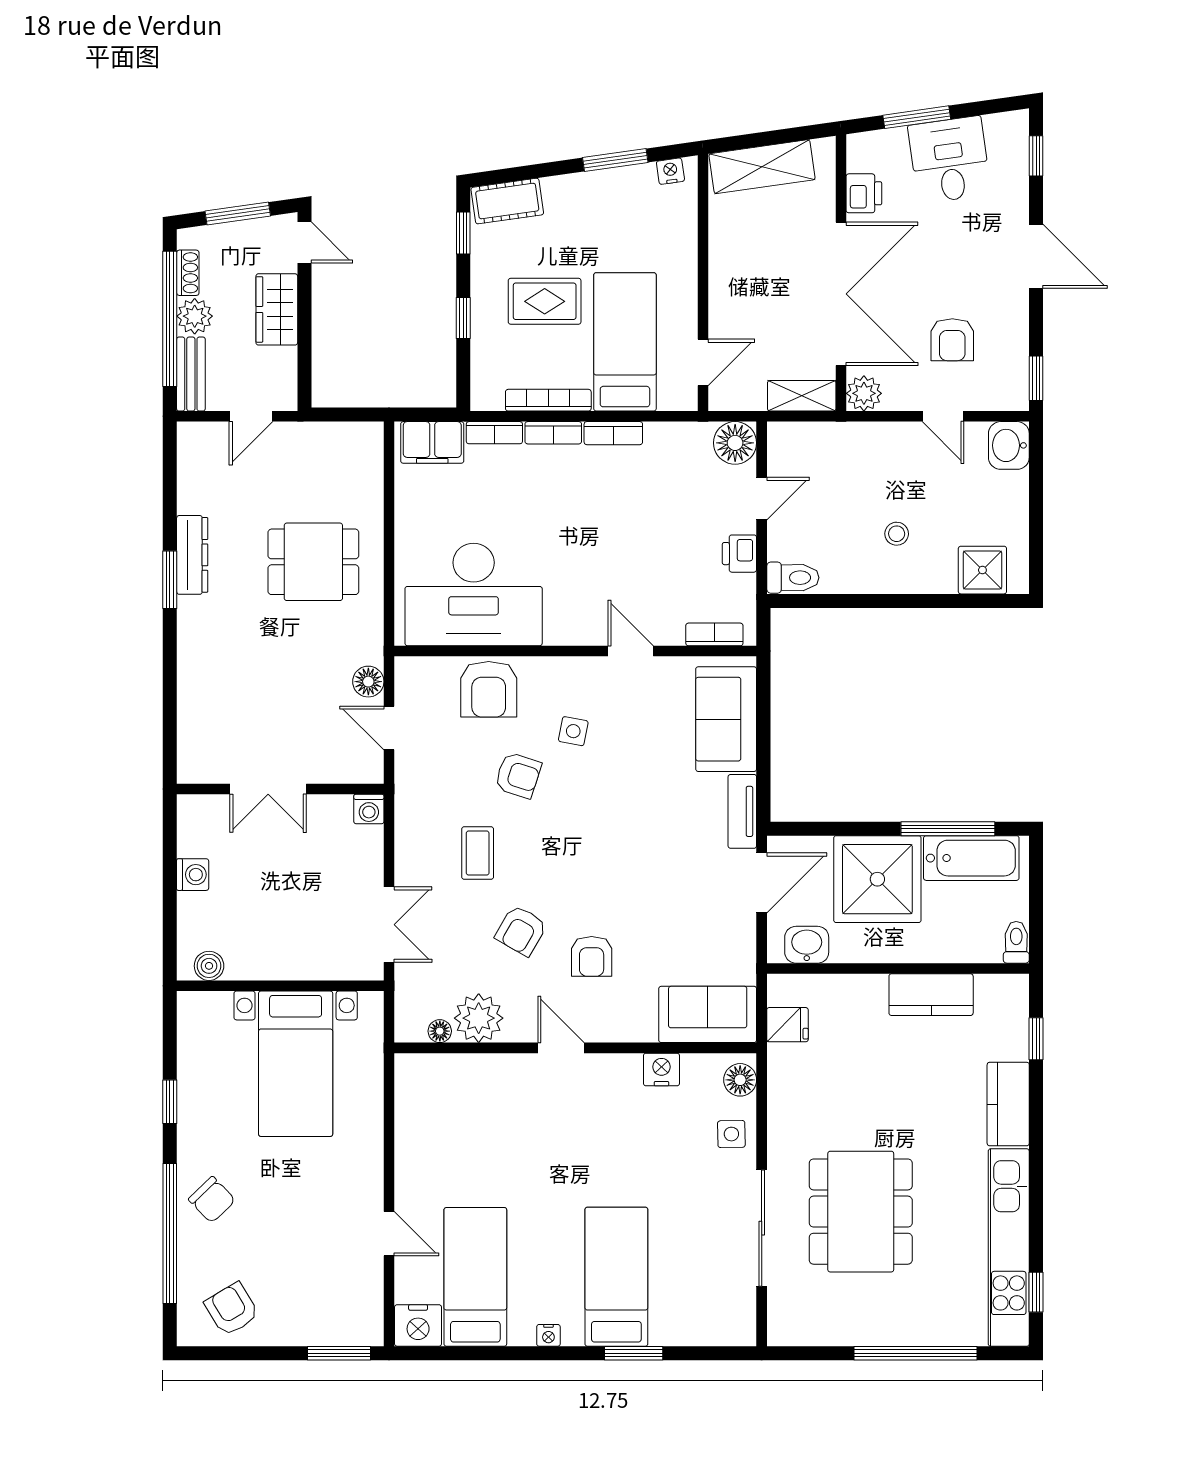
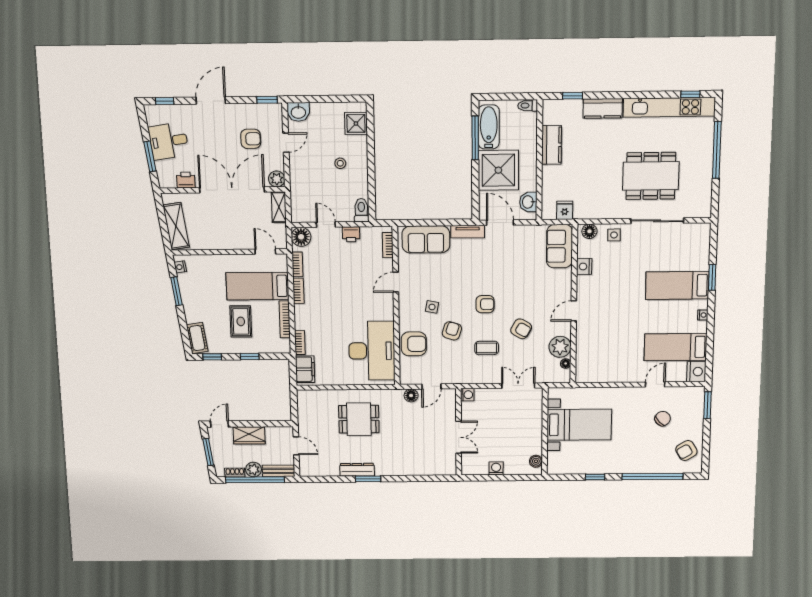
bookcase: (553, 433) -> (297, 264), moved
dining table: (313, 562) -> (359, 419), turned 90
armchair: (592, 956) -> (485, 304), moved
chair: (212, 1200) -> (663, 419), moved

